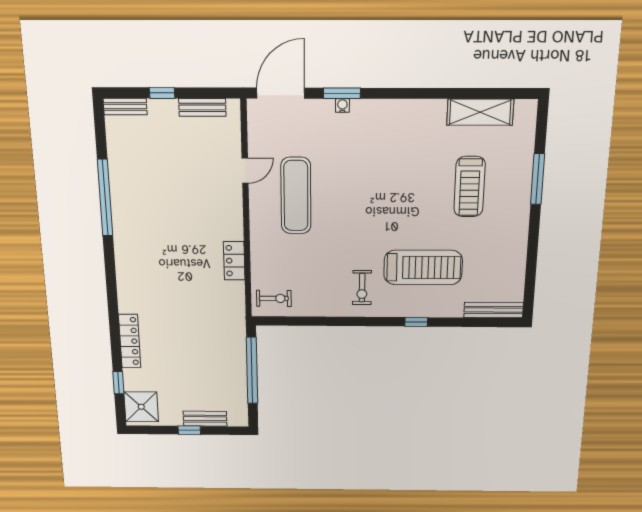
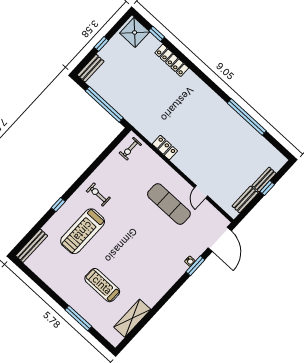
bench: (125, 107) -> (264, 179), moved
bench: (205, 419) -> (91, 68), moved

